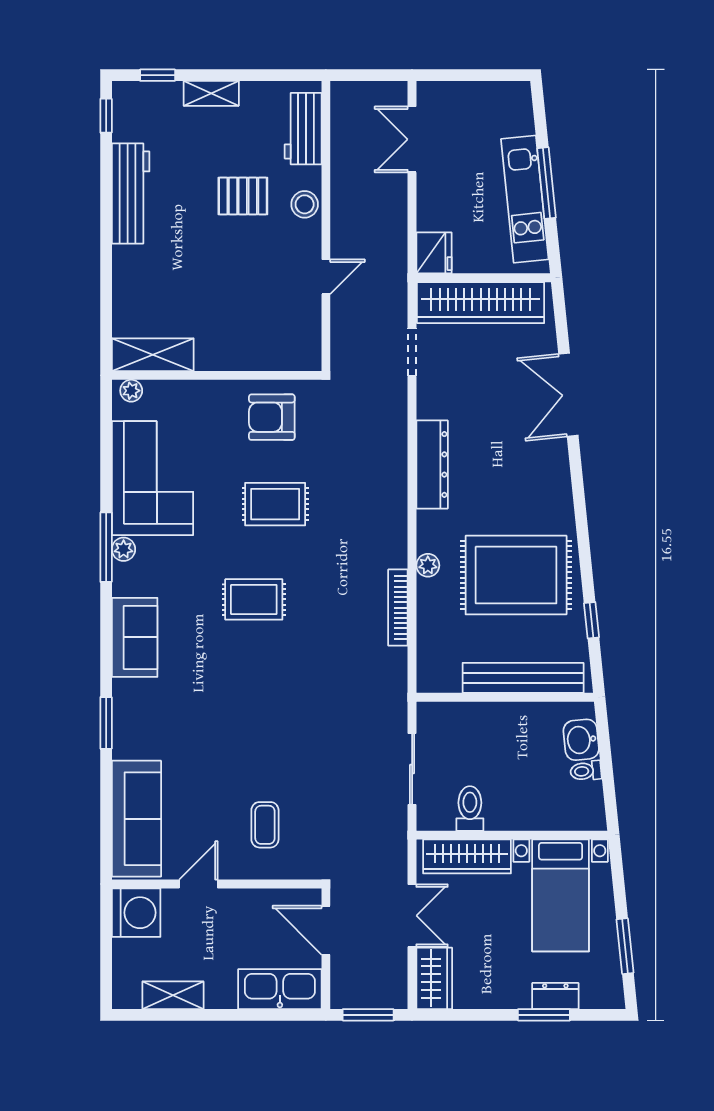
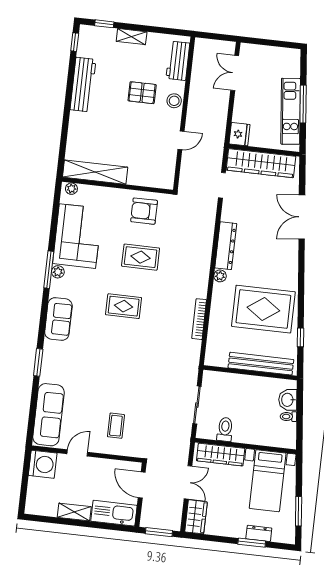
shelving: (153, 355) -> (95, 172), width x1.47
plant: (428, 565) -> (220, 276), moved
shelving: (173, 995) -> (74, 512), moved

